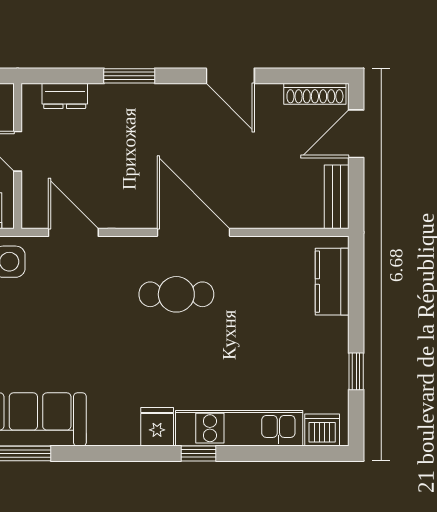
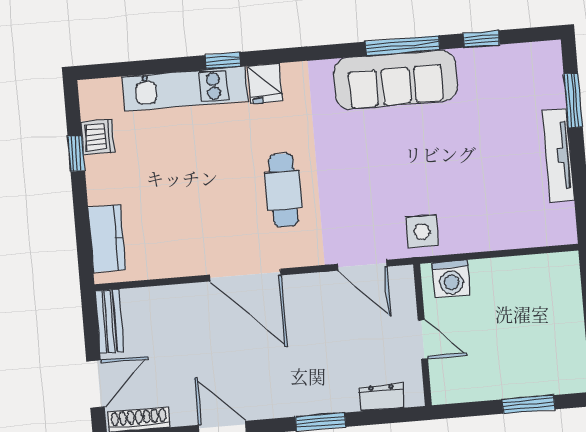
cafe table: (176, 294) -> (283, 190), moved, turned 90
dishwasher: (322, 430) -> (98, 137), moved, turned -90

